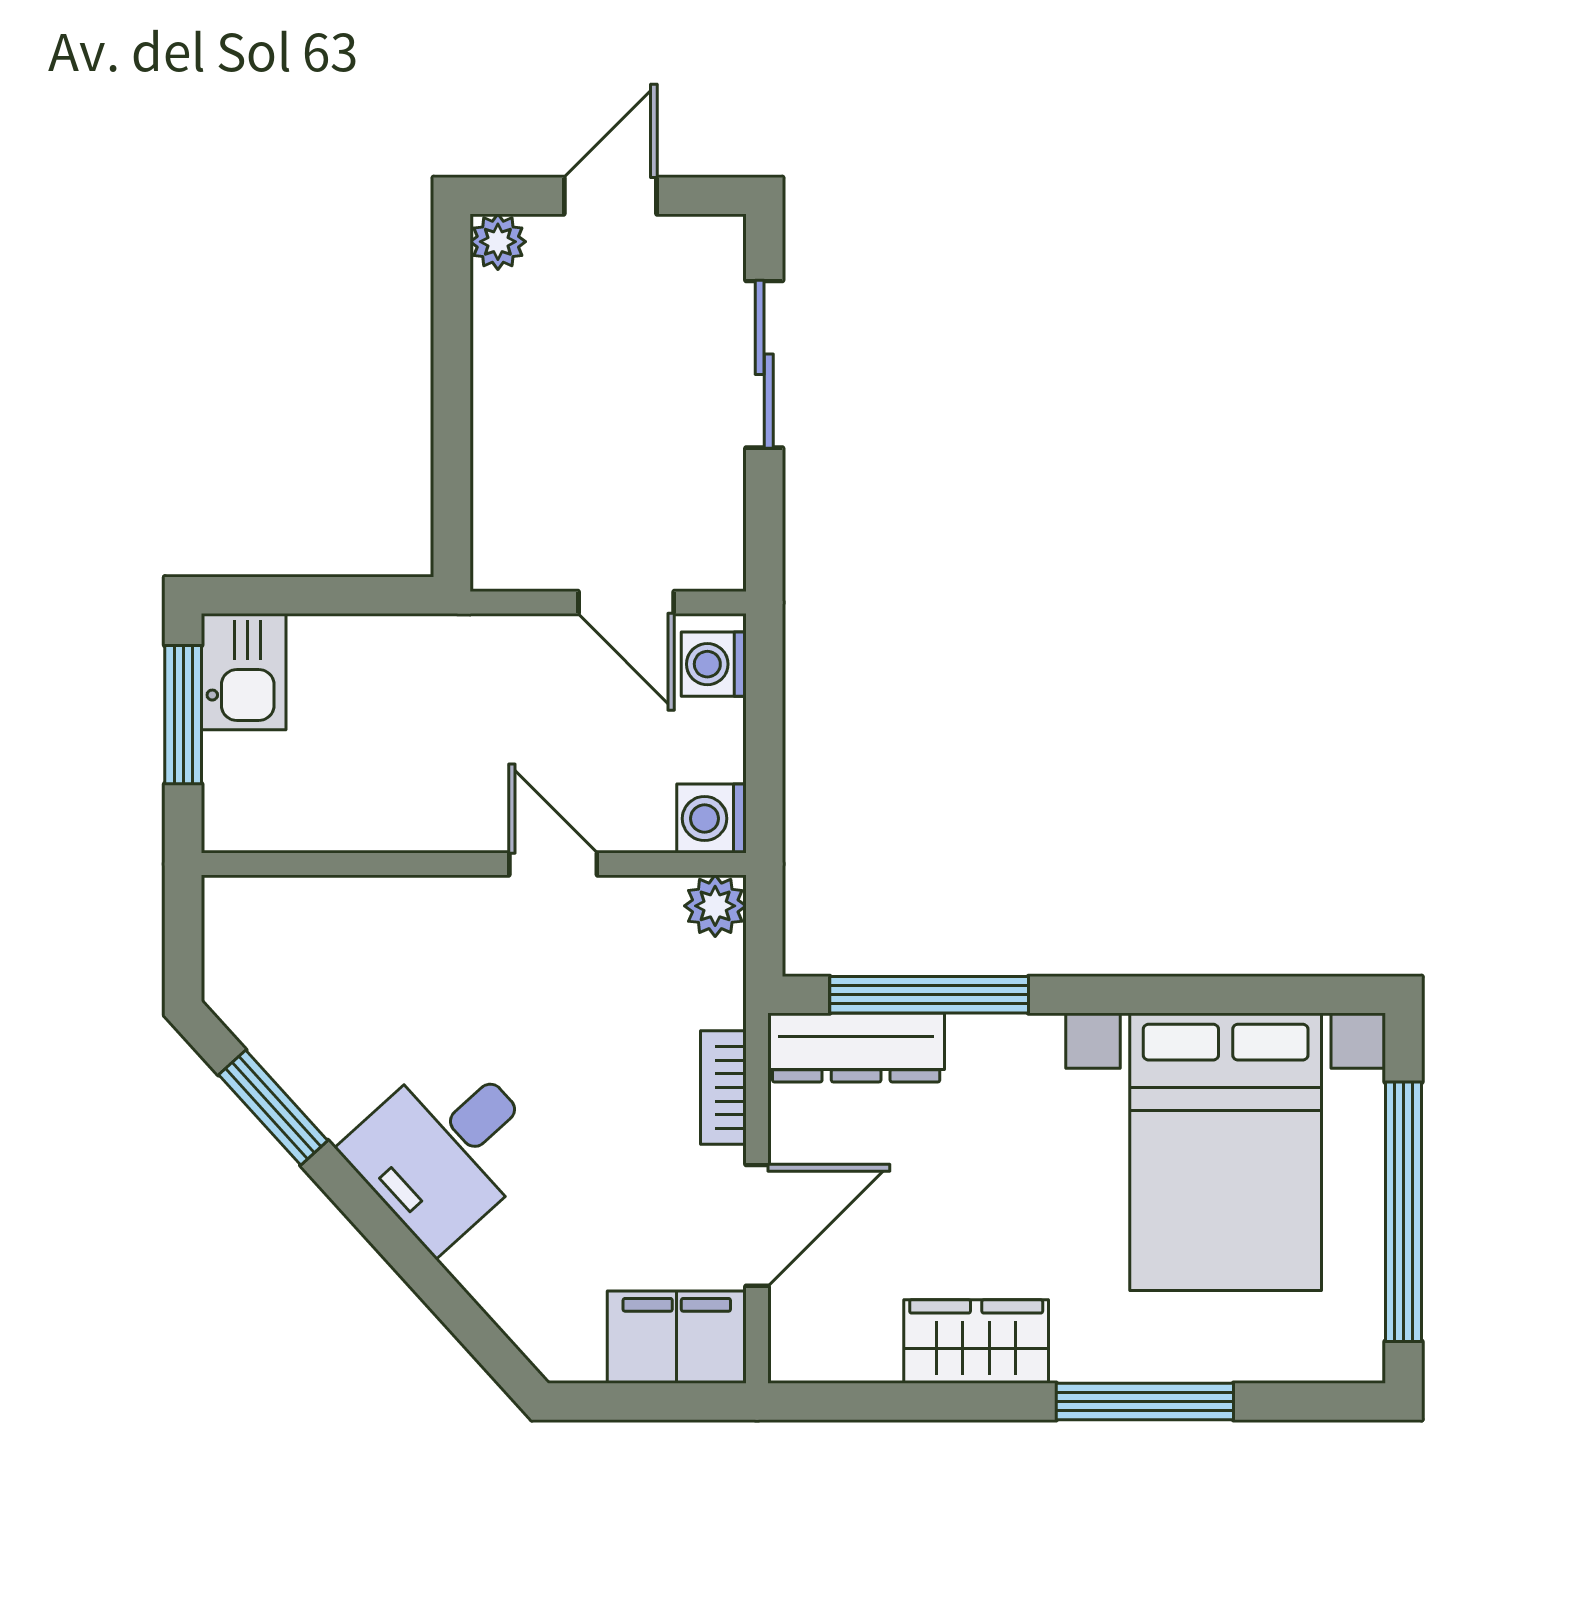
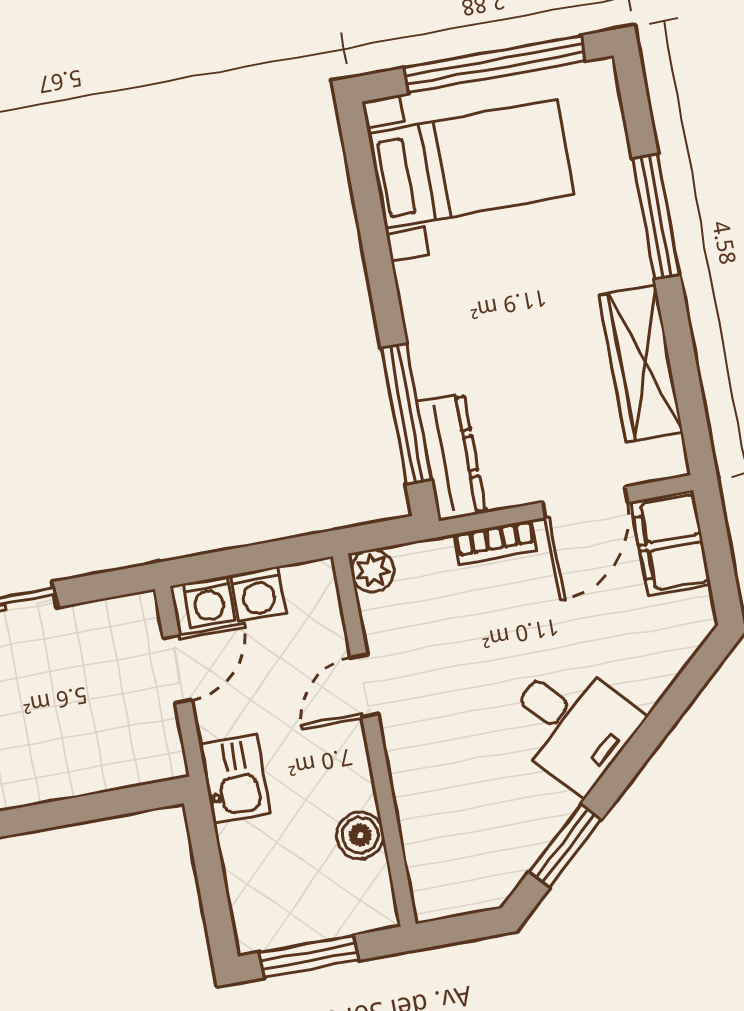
kitchen sink: (244, 672) -> (235, 779), moved, turned 90
boiler: (342, 819) -> (360, 835), added
washing machine: (711, 819) -> (258, 594), moved
bed with nightstands: (1226, 1152) -> (471, 164), width x0.73
door: (757, 1225) -> (585, 502), swing flipped
wardrobe: (976, 1342) -> (641, 363), width x1.50

